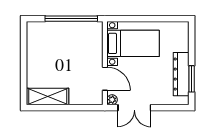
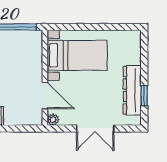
window: (192, 79) -> (144, 96), width x0.67
double door: (134, 108) -> (95, 129), moved

